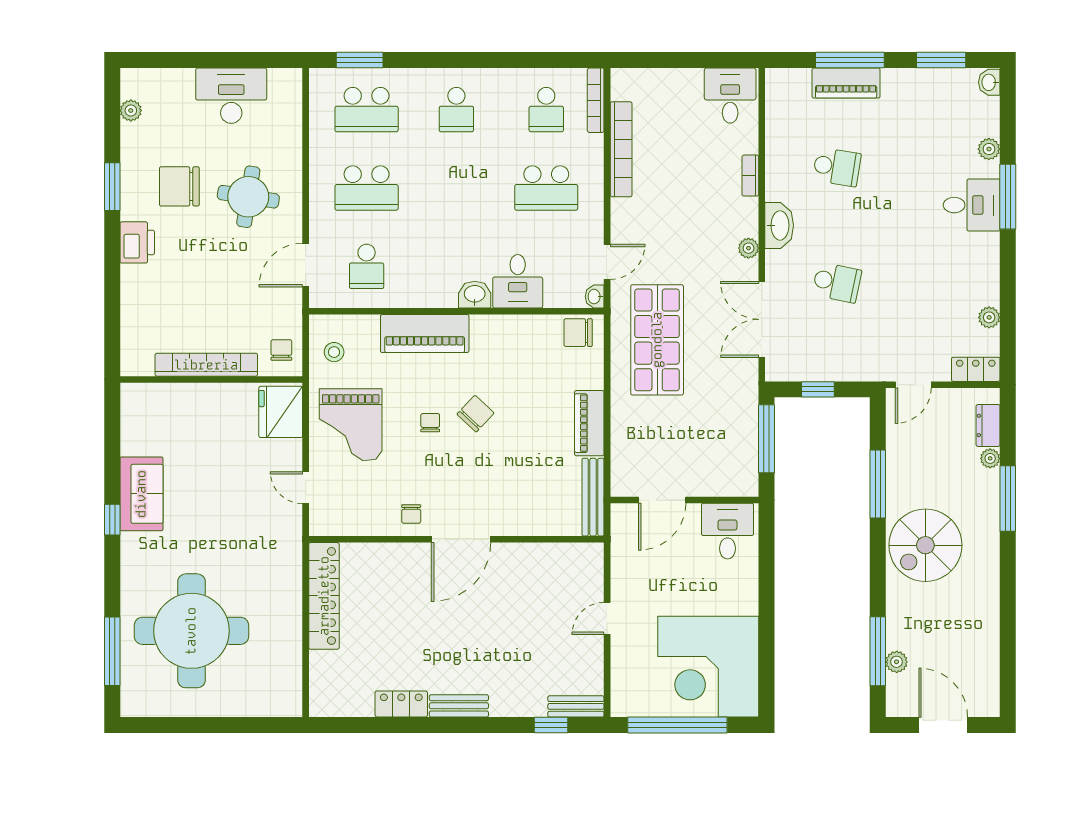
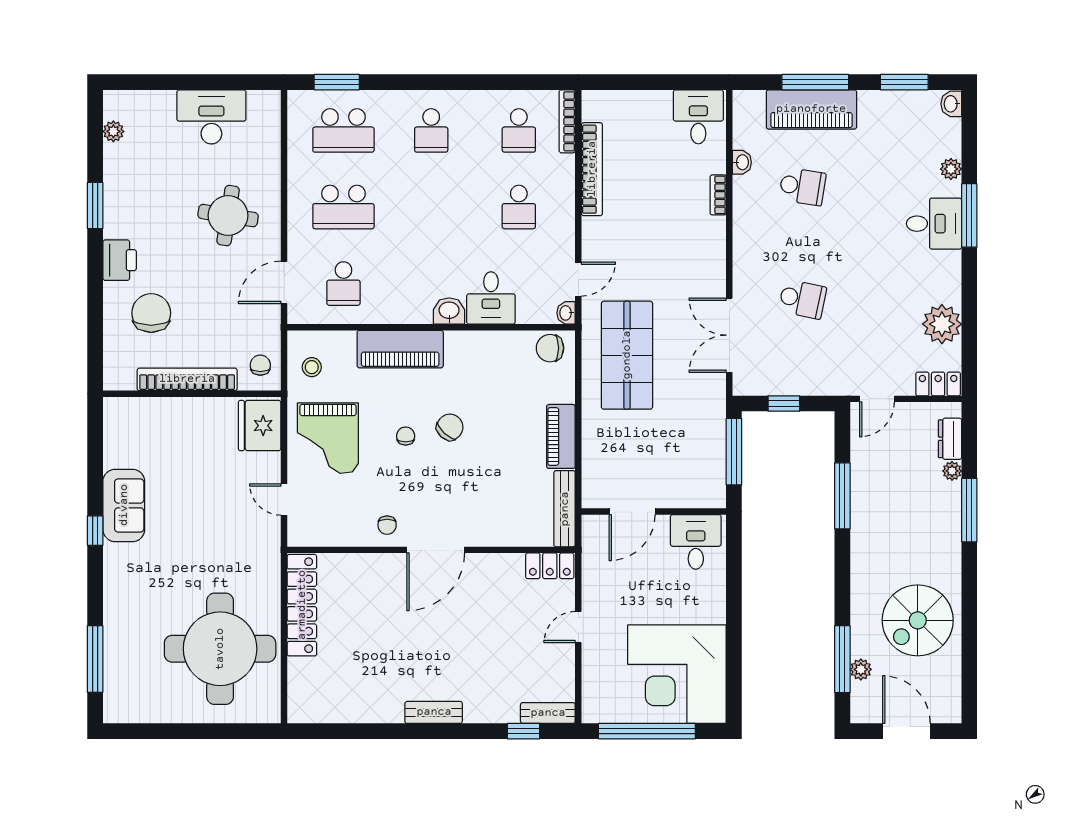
piano: (846, 83) -> (811, 109), width x1.37, depth x1.33
chair: (179, 186) -> (151, 313), moved, turned 90
school desk: (546, 188) -> (519, 207), width x0.54
washbasin: (779, 225) -> (742, 162), moved, width x0.52, depth x0.69
plant: (748, 248) -> (716, 266), removed
plant: (989, 317) -> (942, 324), width x1.87, depth x1.87
spiral stairs: (925, 545) -> (918, 620), moved
round table: (191, 631) -> (220, 649), moved
locker: (401, 704) -> (550, 566), moved, turned 180

